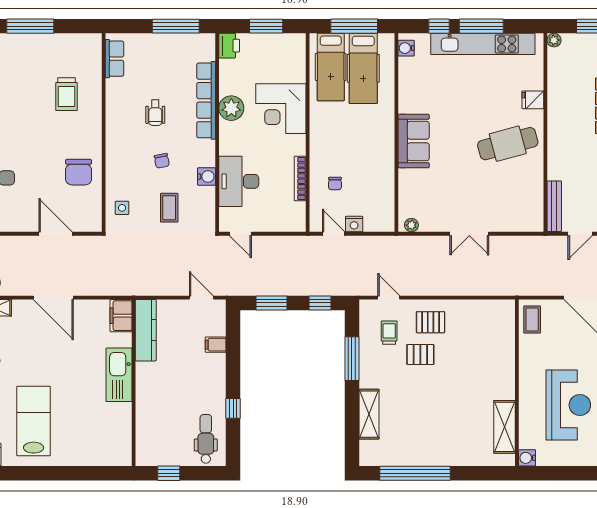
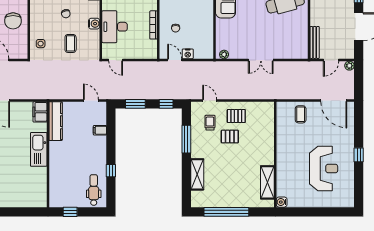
wall: (517, 383) -> (275, 154), moved
shelving: (505, 427) -> (267, 182), moved
water cooler: (527, 458) -> (282, 202), moved

